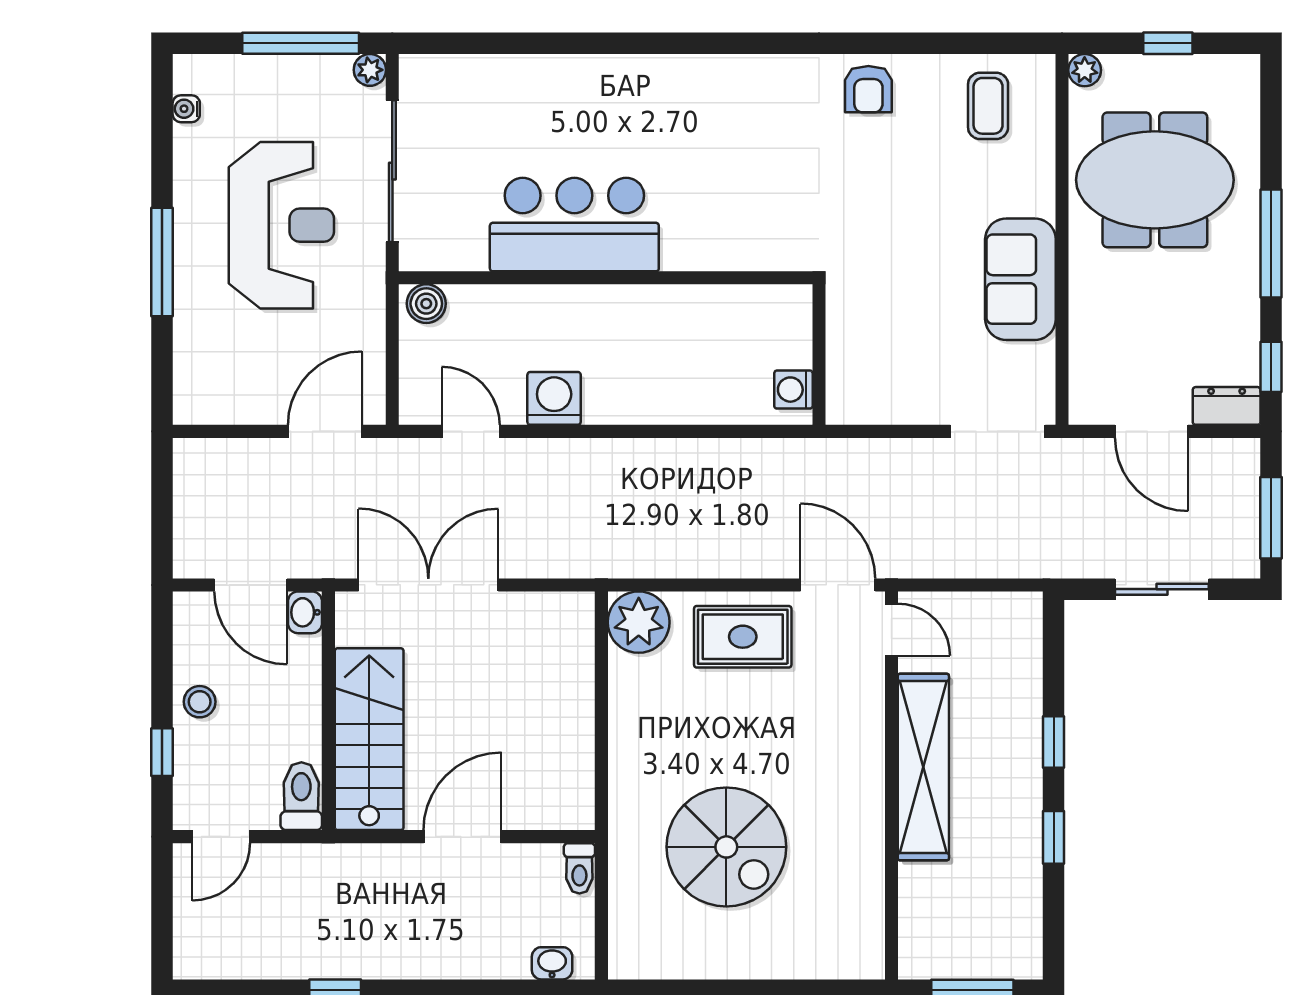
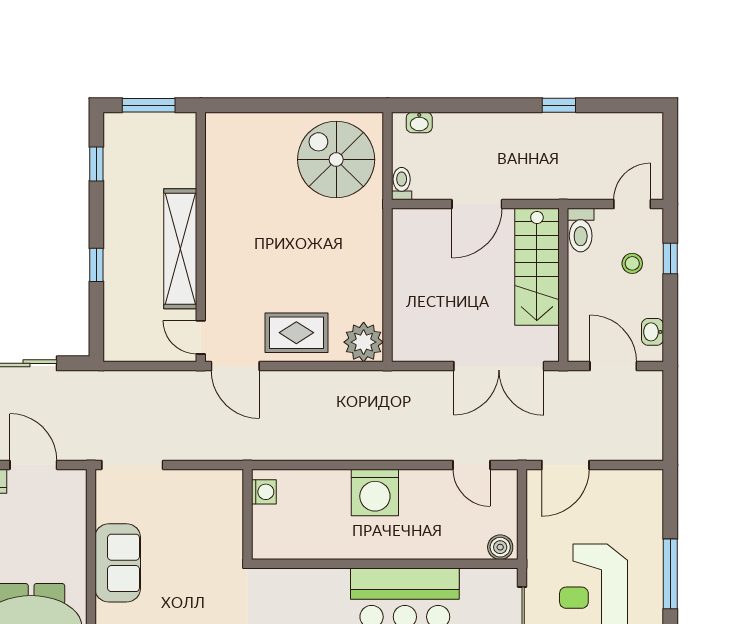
washing machine: (554, 398) -> (375, 492), moved, width x1.37, depth x1.37
washbasin: (305, 612) -> (653, 332), moved, turned 180
stool: (200, 702) -> (632, 263), moved
window: (1054, 837) -> (96, 164), moved
spiral stairs: (726, 847) -> (336, 160), moved

